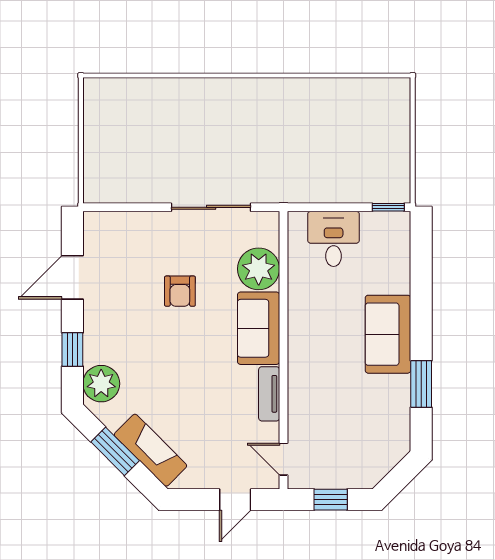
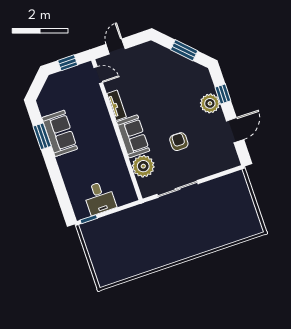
desk: (334, 239) -> (99, 198), moved
sofa: (388, 334) -> (60, 133), moved
plant: (101, 384) -> (210, 103), moved
fireplace: (151, 450) -> (166, 57), removed

